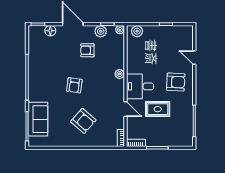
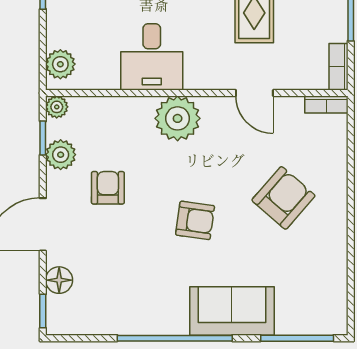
armchair: (87, 50) -> (108, 188), turned 180
plant: (119, 74) -> (178, 118), width x1.88, depth x1.88
desk: (140, 86) -> (152, 57), moved
door: (125, 109) -> (254, 93), swing flipped
sofa: (38, 119) -> (232, 311), moved

